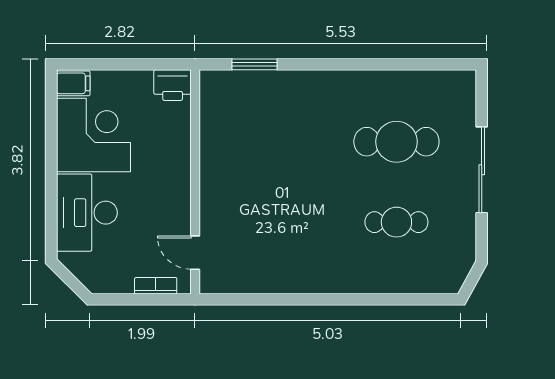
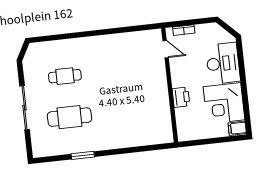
window: (254, 64) -> (83, 155), moved
printer: (173, 85) -> (181, 97), moved, turned 90

